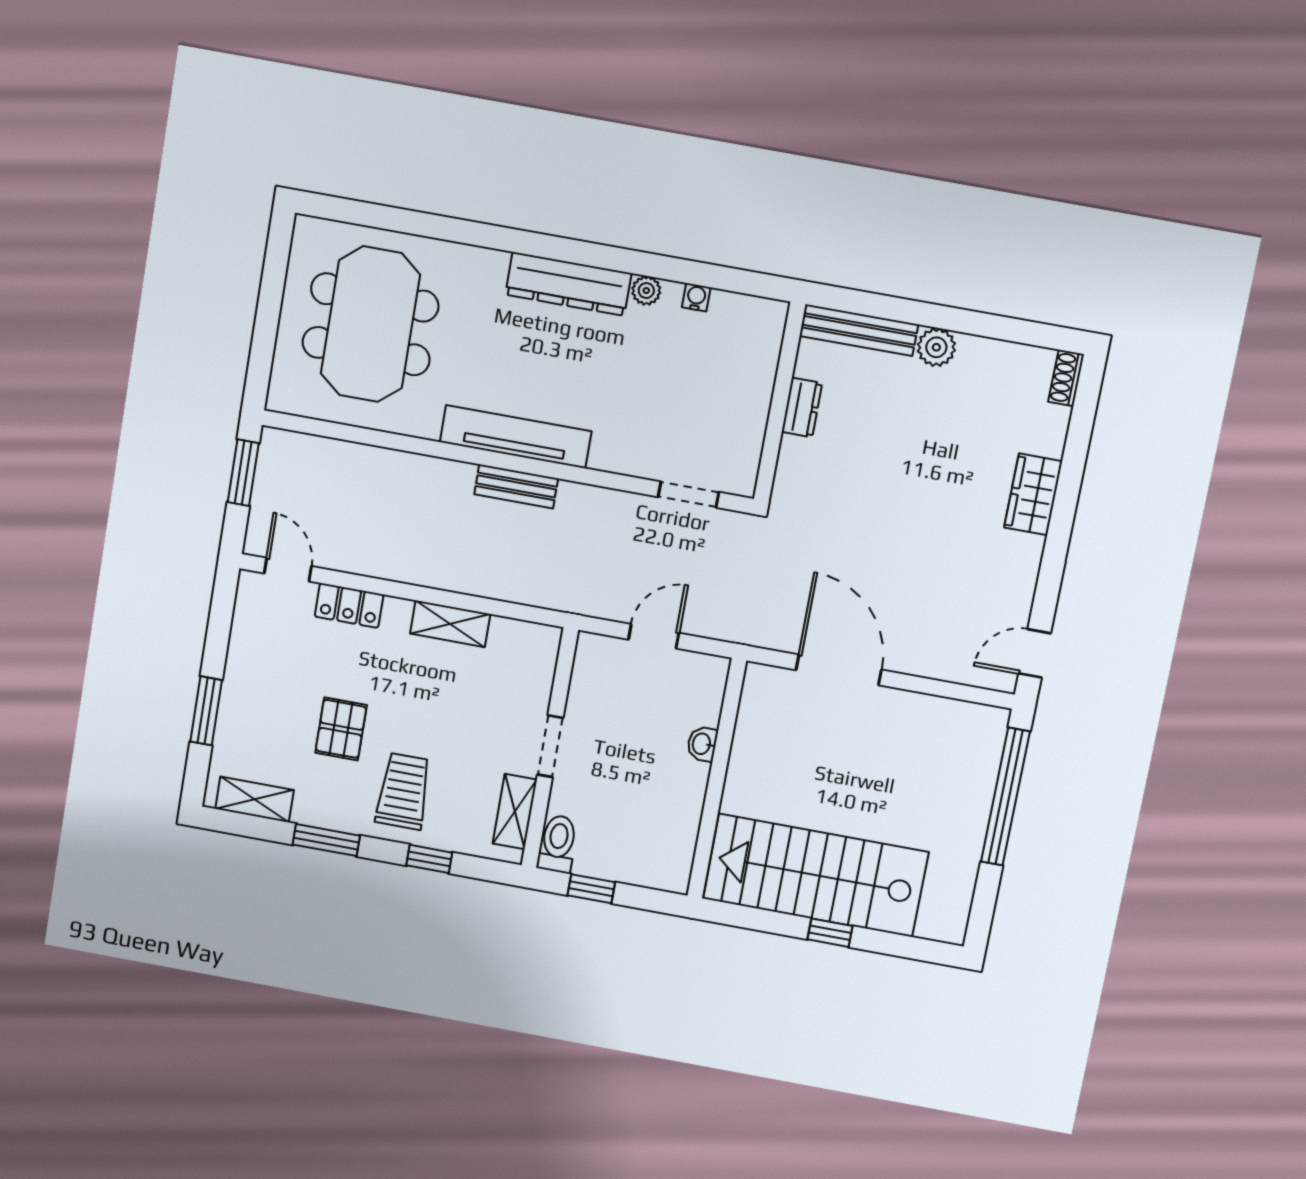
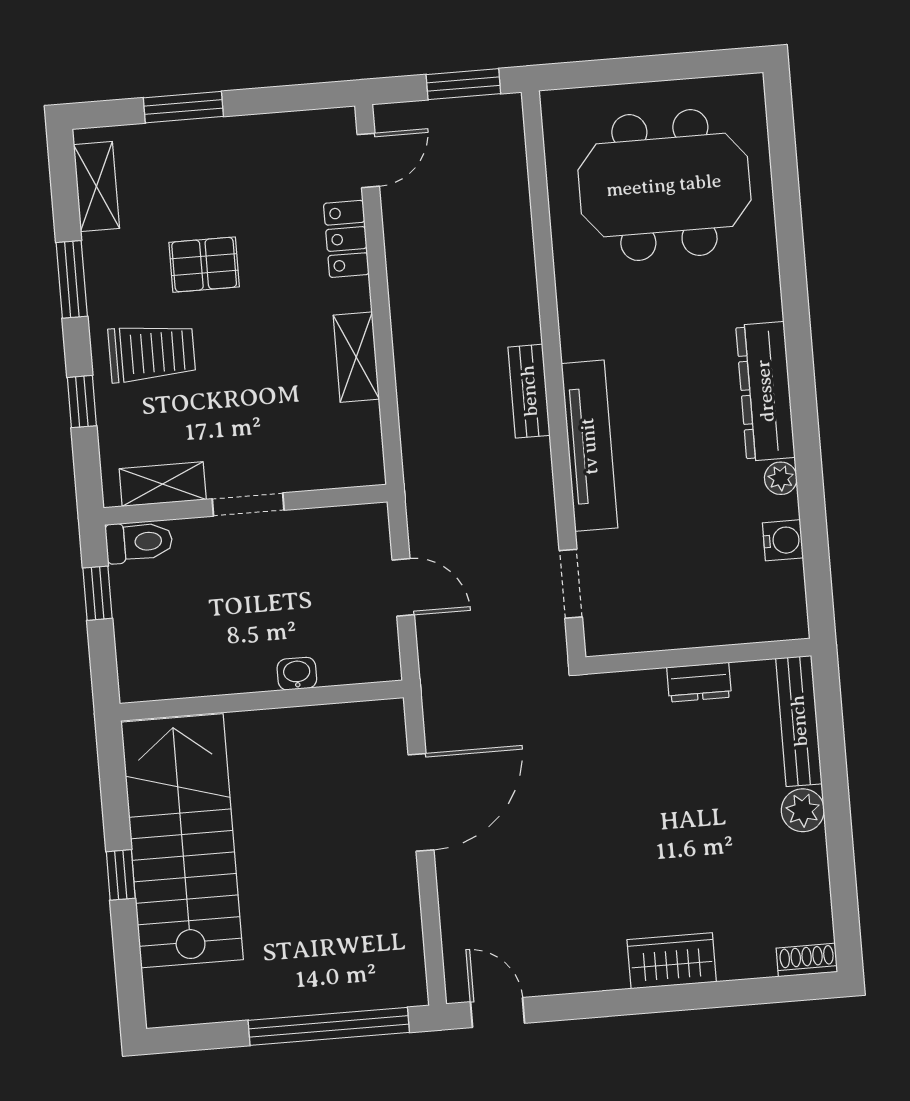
water cooler: (696, 297) -> (783, 540), width x1.38, depth x1.38
tv unit: (516, 437) -> (589, 446), moved

